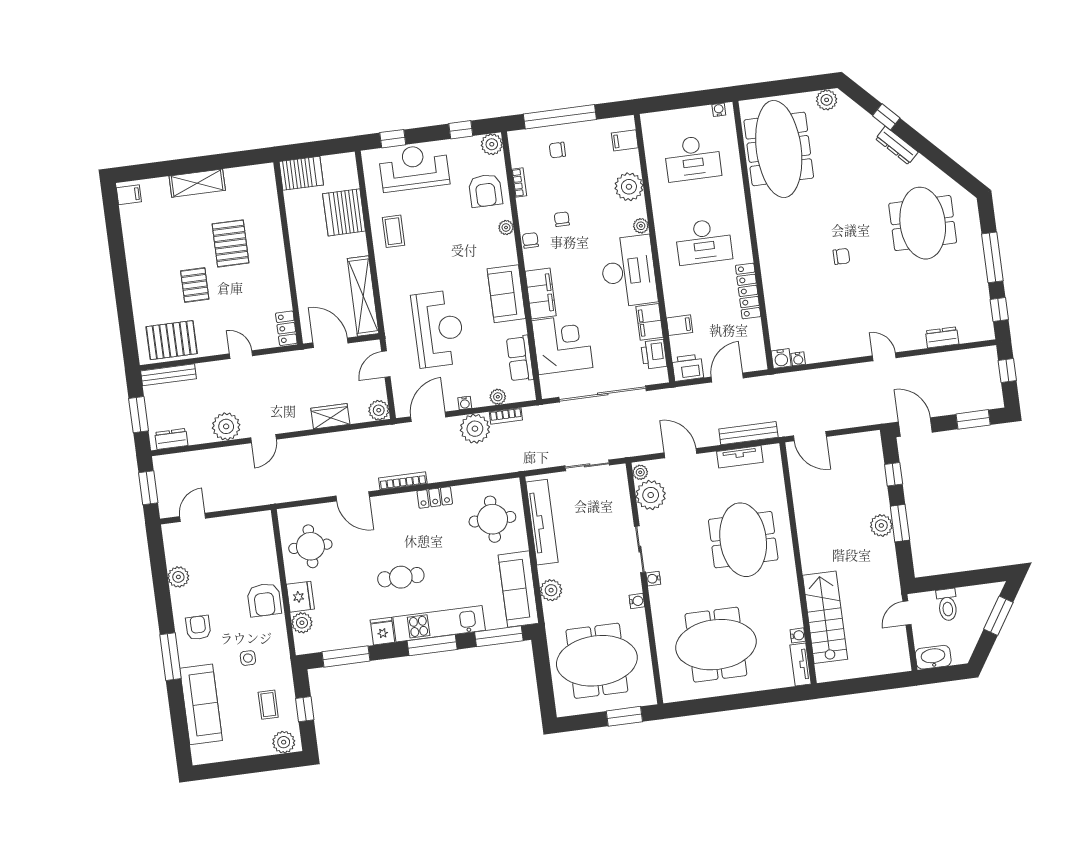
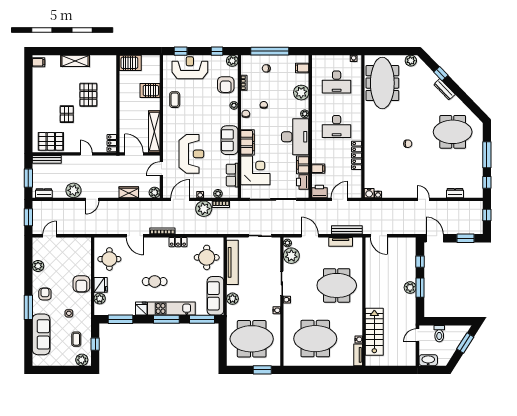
server rack: (344, 212) -> (150, 91), width x0.62
meeting table: (923, 223) -> (453, 132), turned 90
meeting table: (743, 540) -> (337, 285), turned 90

